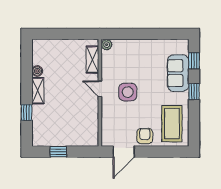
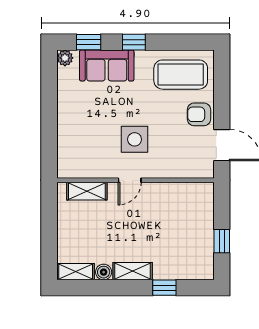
plant: (107, 45) -> (65, 58), moved
shelving: (37, 52) -> (76, 272), added

